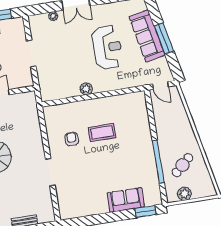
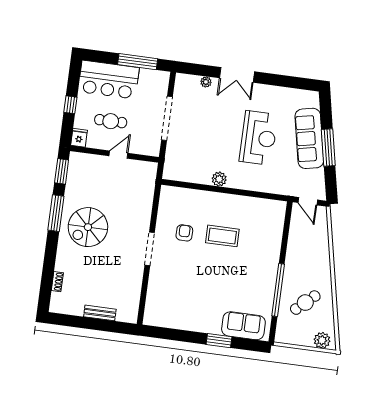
doorway: (31, 54) -> (167, 118), width x1.36
doorway: (50, 172) -> (150, 249), moved
plant: (184, 194) -> (322, 340), moved
sofa: (126, 200) -> (243, 326), moved
window: (146, 211) -> (219, 341), moved

